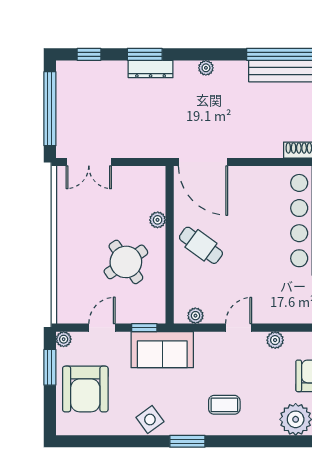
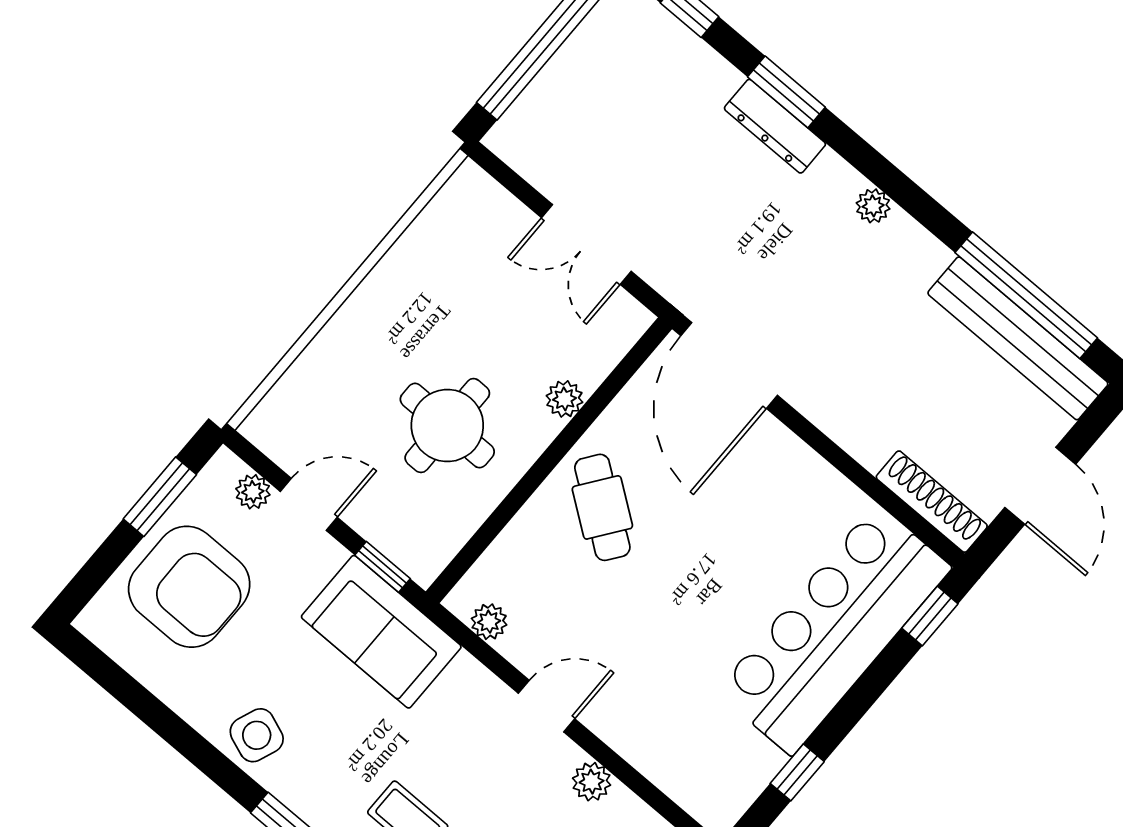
double door: (89, 162) -> (586, 244), moved
round table: (126, 262) -> (447, 426), turned 34
plant: (64, 339) -> (253, 492), moved
armchair: (85, 389) -> (189, 587), turned -90
side table: (150, 420) -> (257, 735), turned -33

